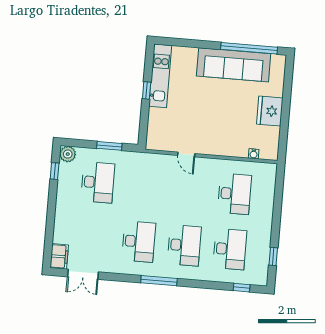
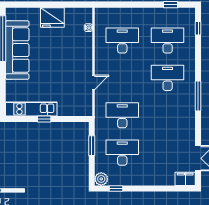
desk: (139, 241) -> (122, 115), moved

